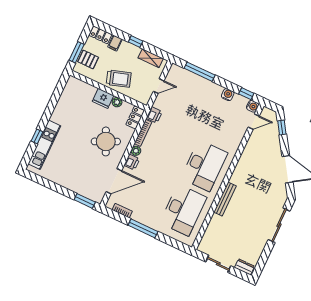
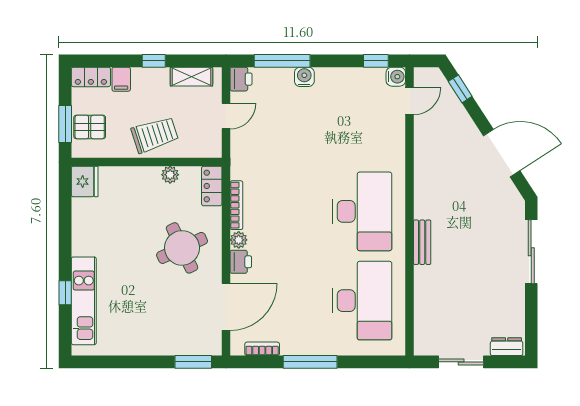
water cooler: (228, 95) -> (304, 77), moved
fridge: (103, 98) -> (85, 181), moved, turned -90
printer: (154, 115) -> (241, 79), moved
bench: (225, 199) -> (422, 242), width x0.73

